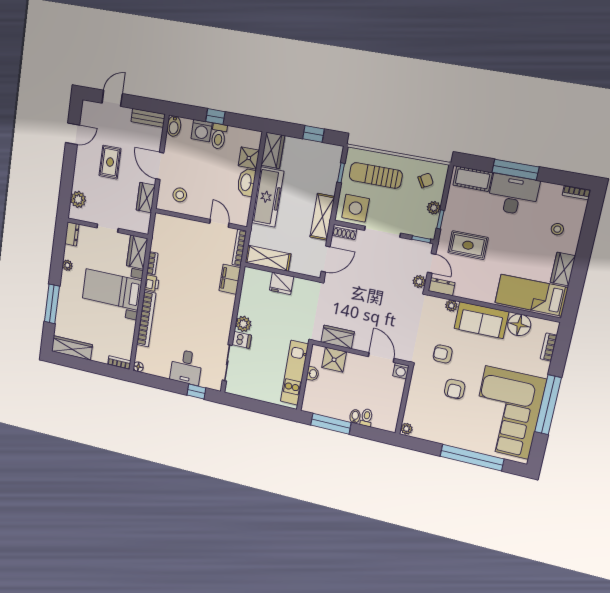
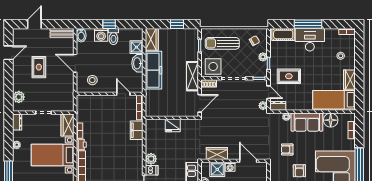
wardrobe: (146, 198) -> (68, 86), removed
shelving: (268, 258) -> (161, 111), removed
washing machine: (401, 371) -> (230, 167), moved

